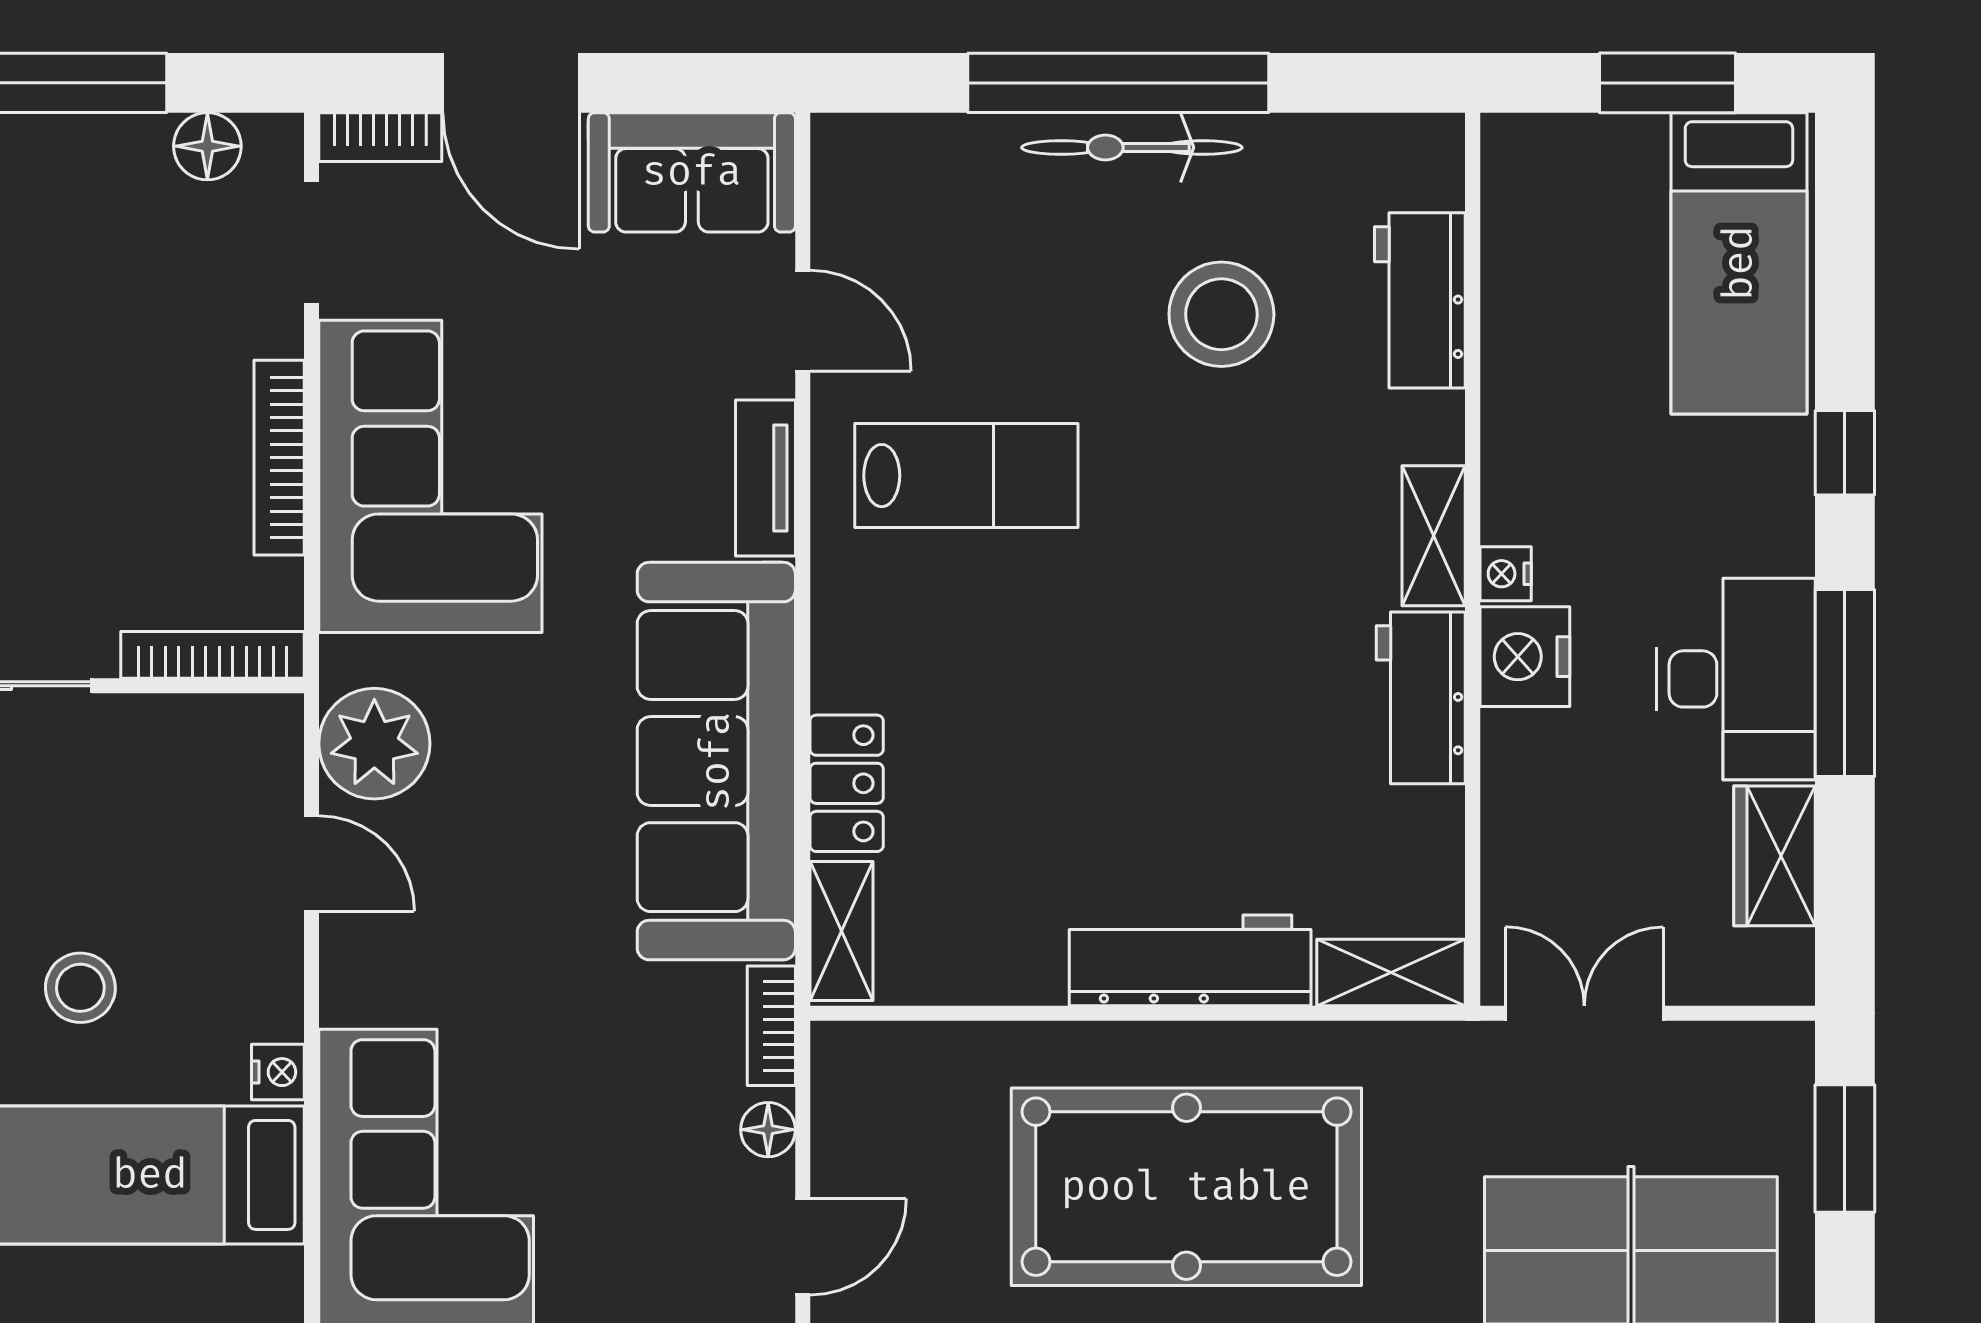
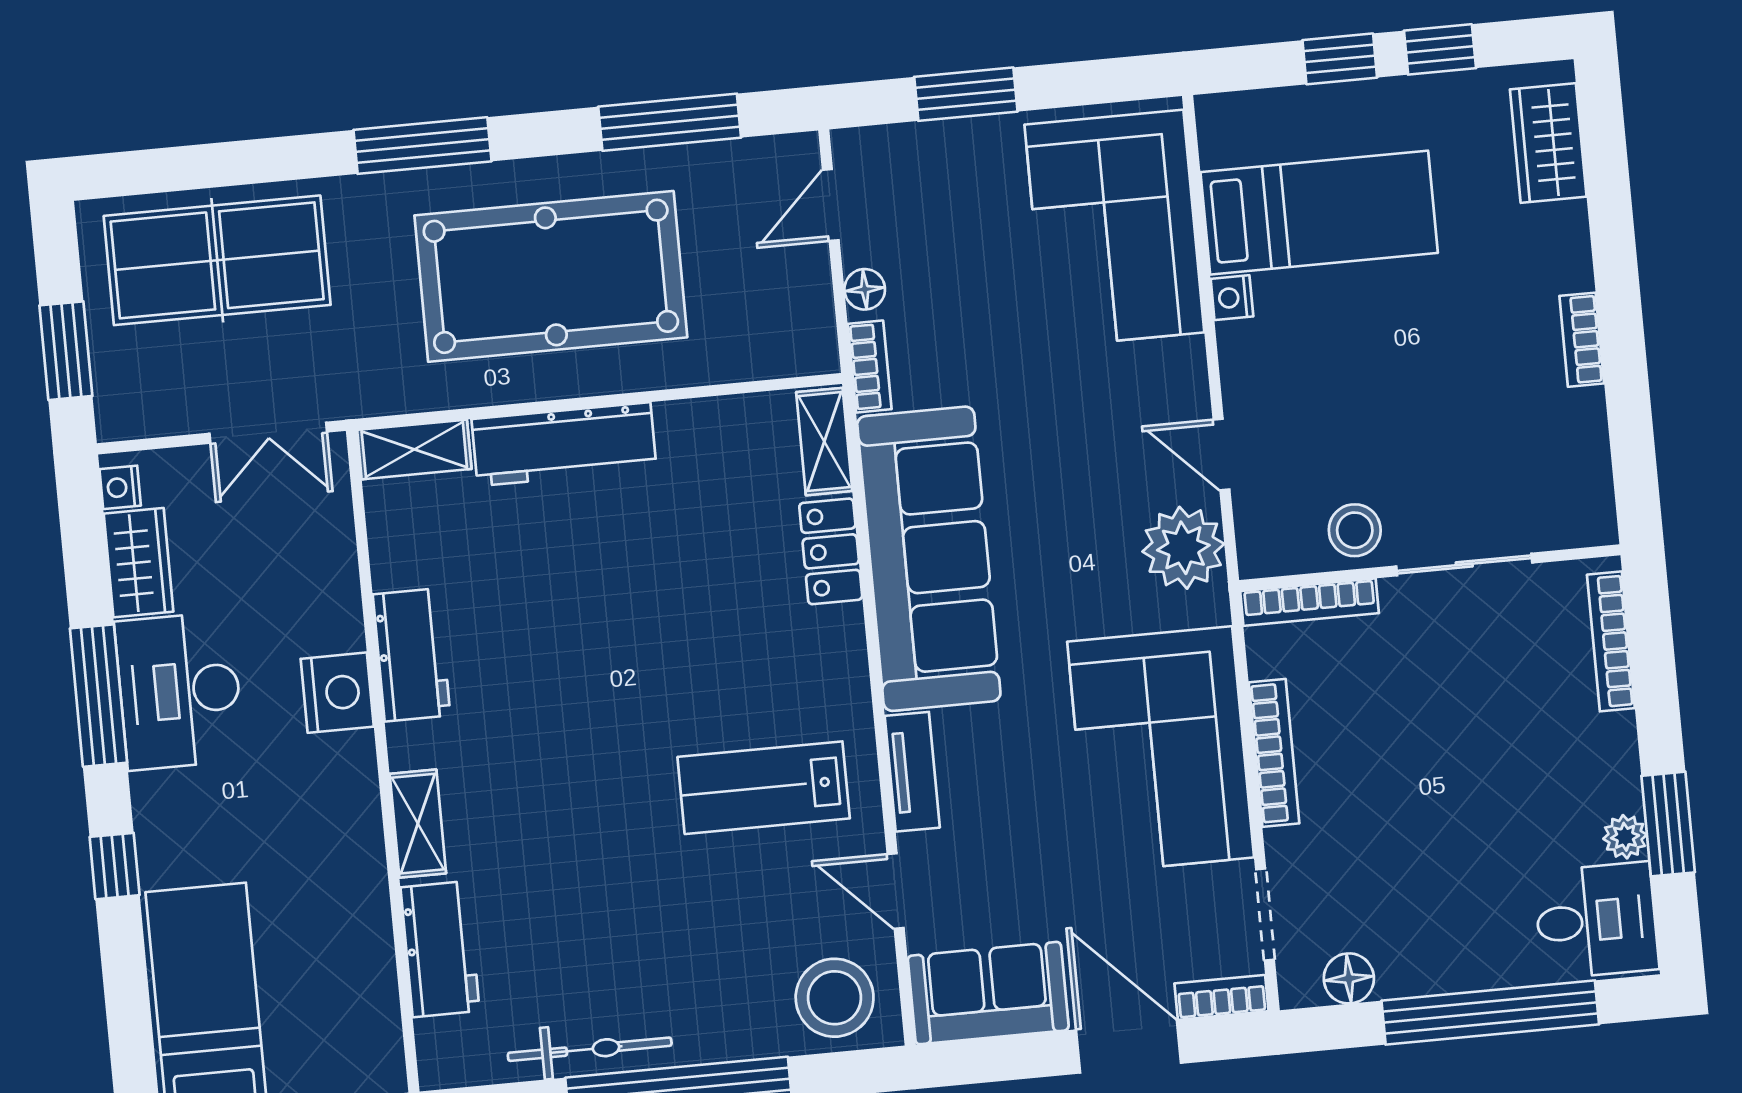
bicycle: (1132, 147) -> (590, 1049), moved
stool: (1221, 314) -> (835, 998), moved
shelving: (1434, 536) -> (418, 824), moved
nightstand: (1506, 574) -> (120, 487), moved, turned 180
stool: (80, 988) -> (1355, 530), moved

